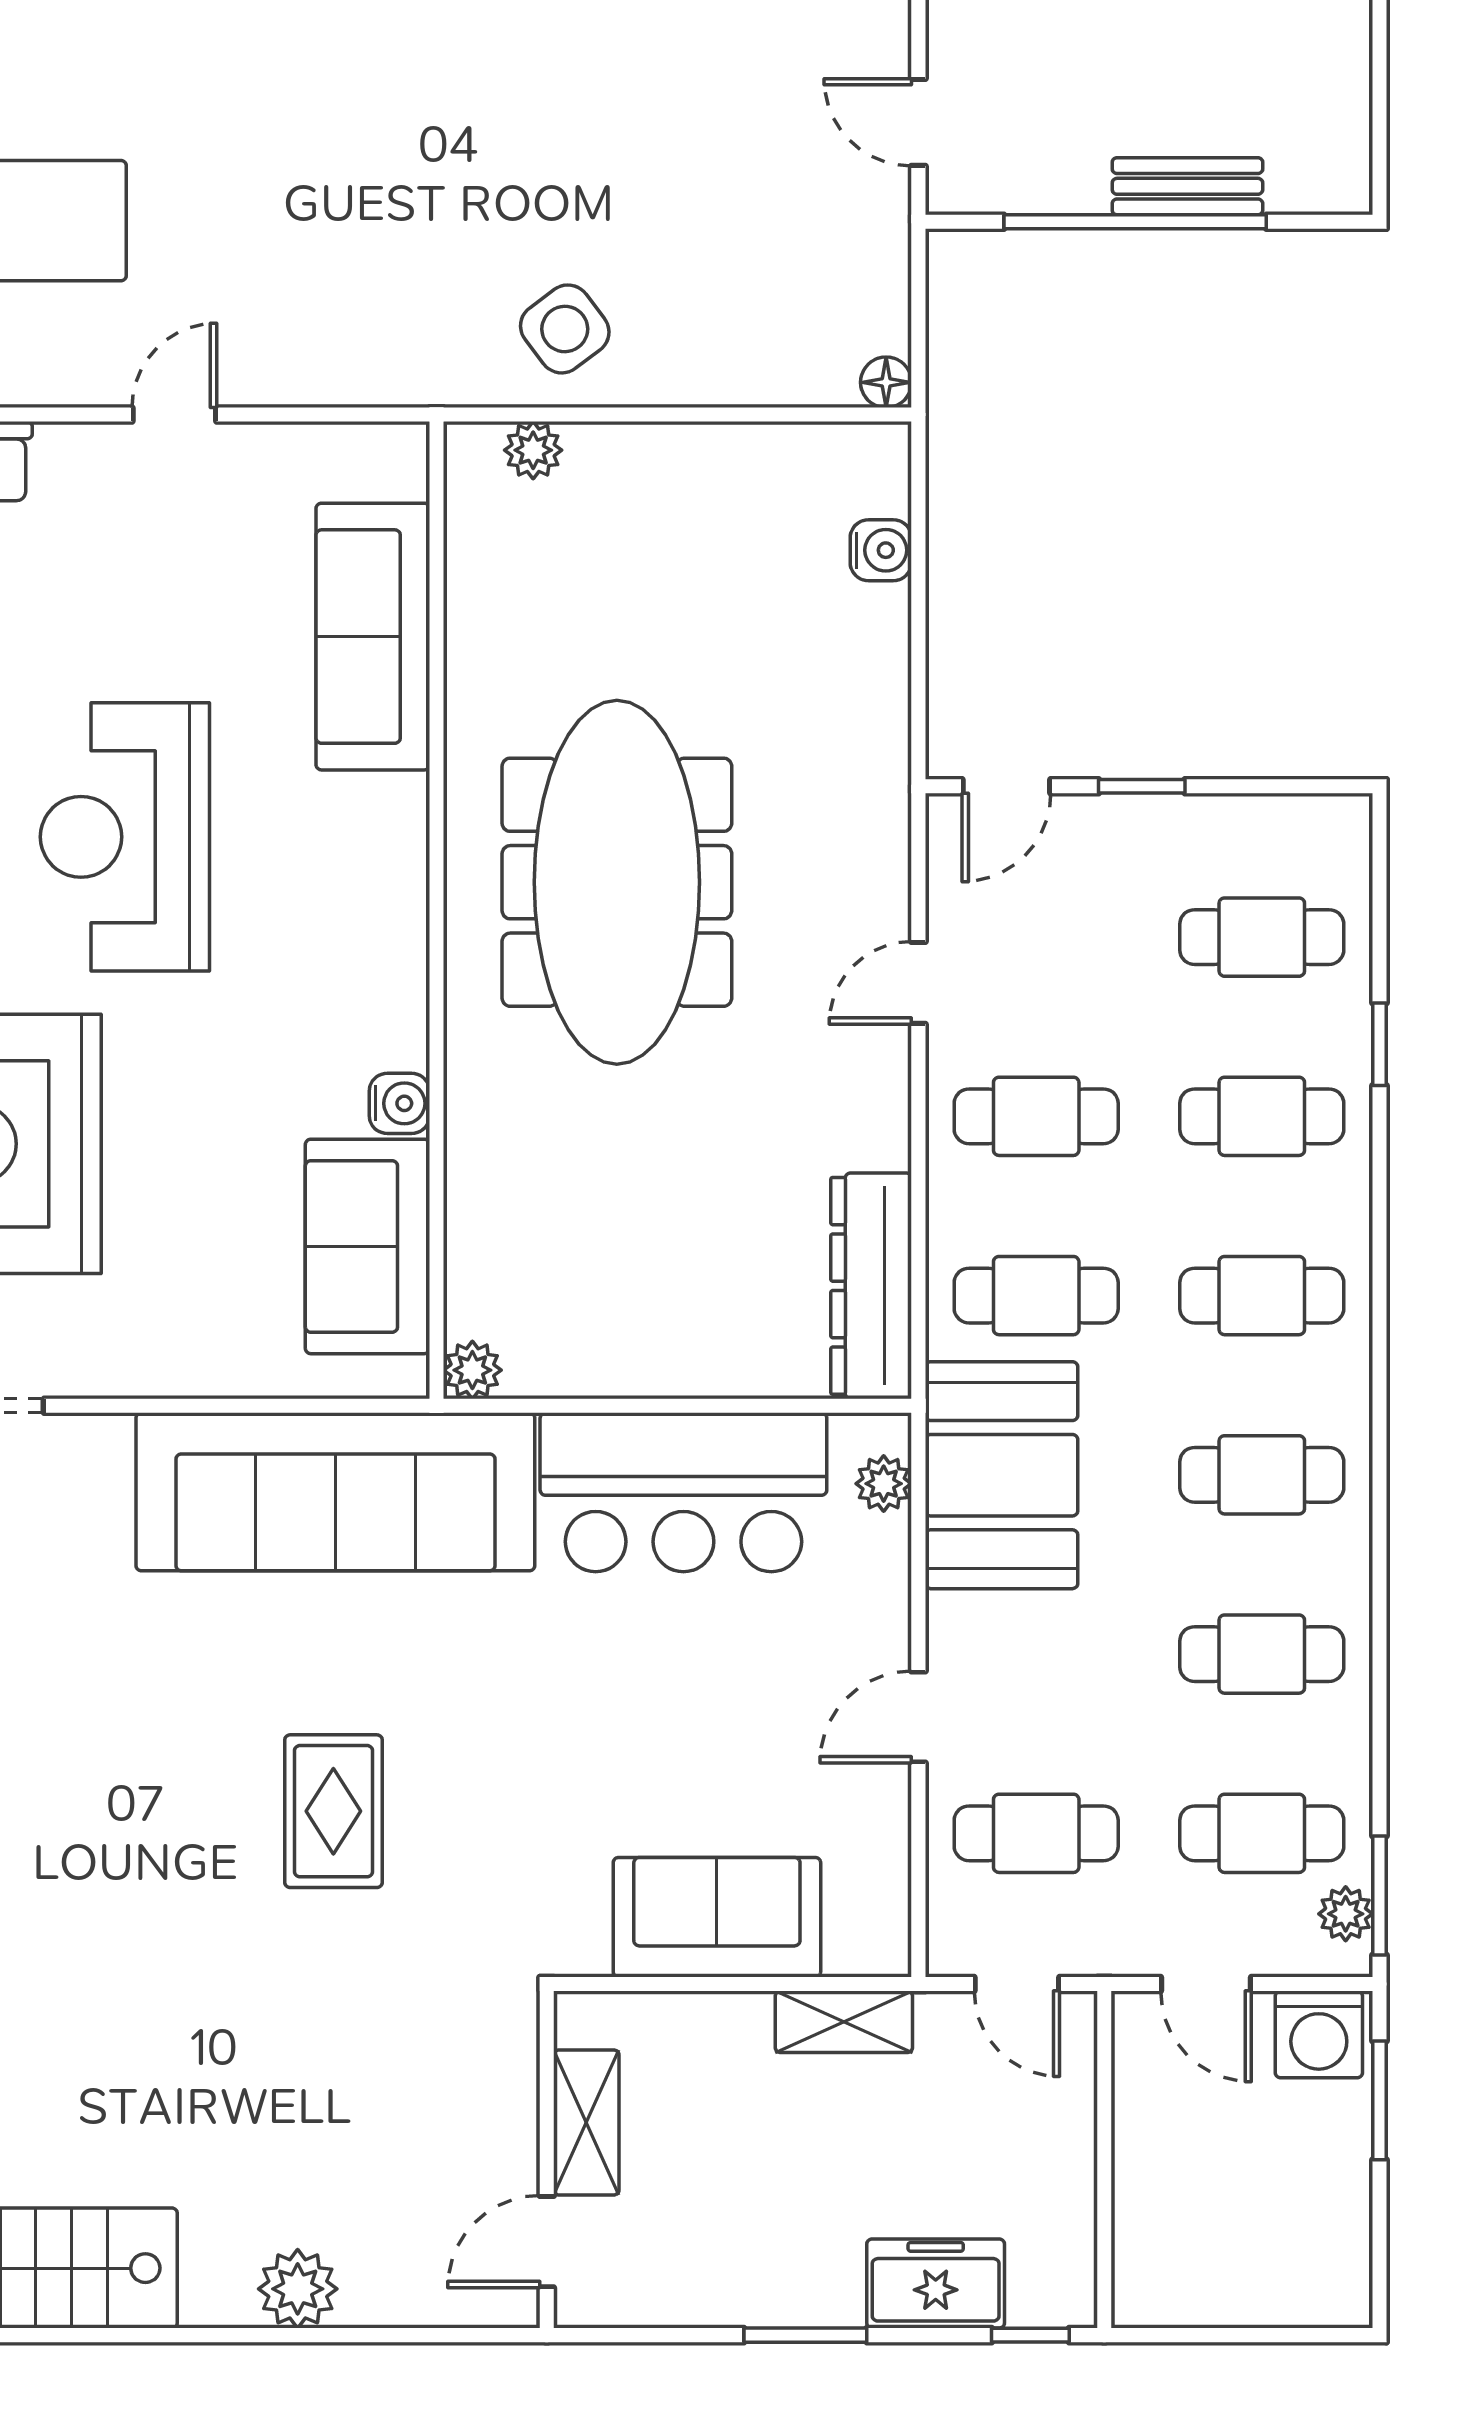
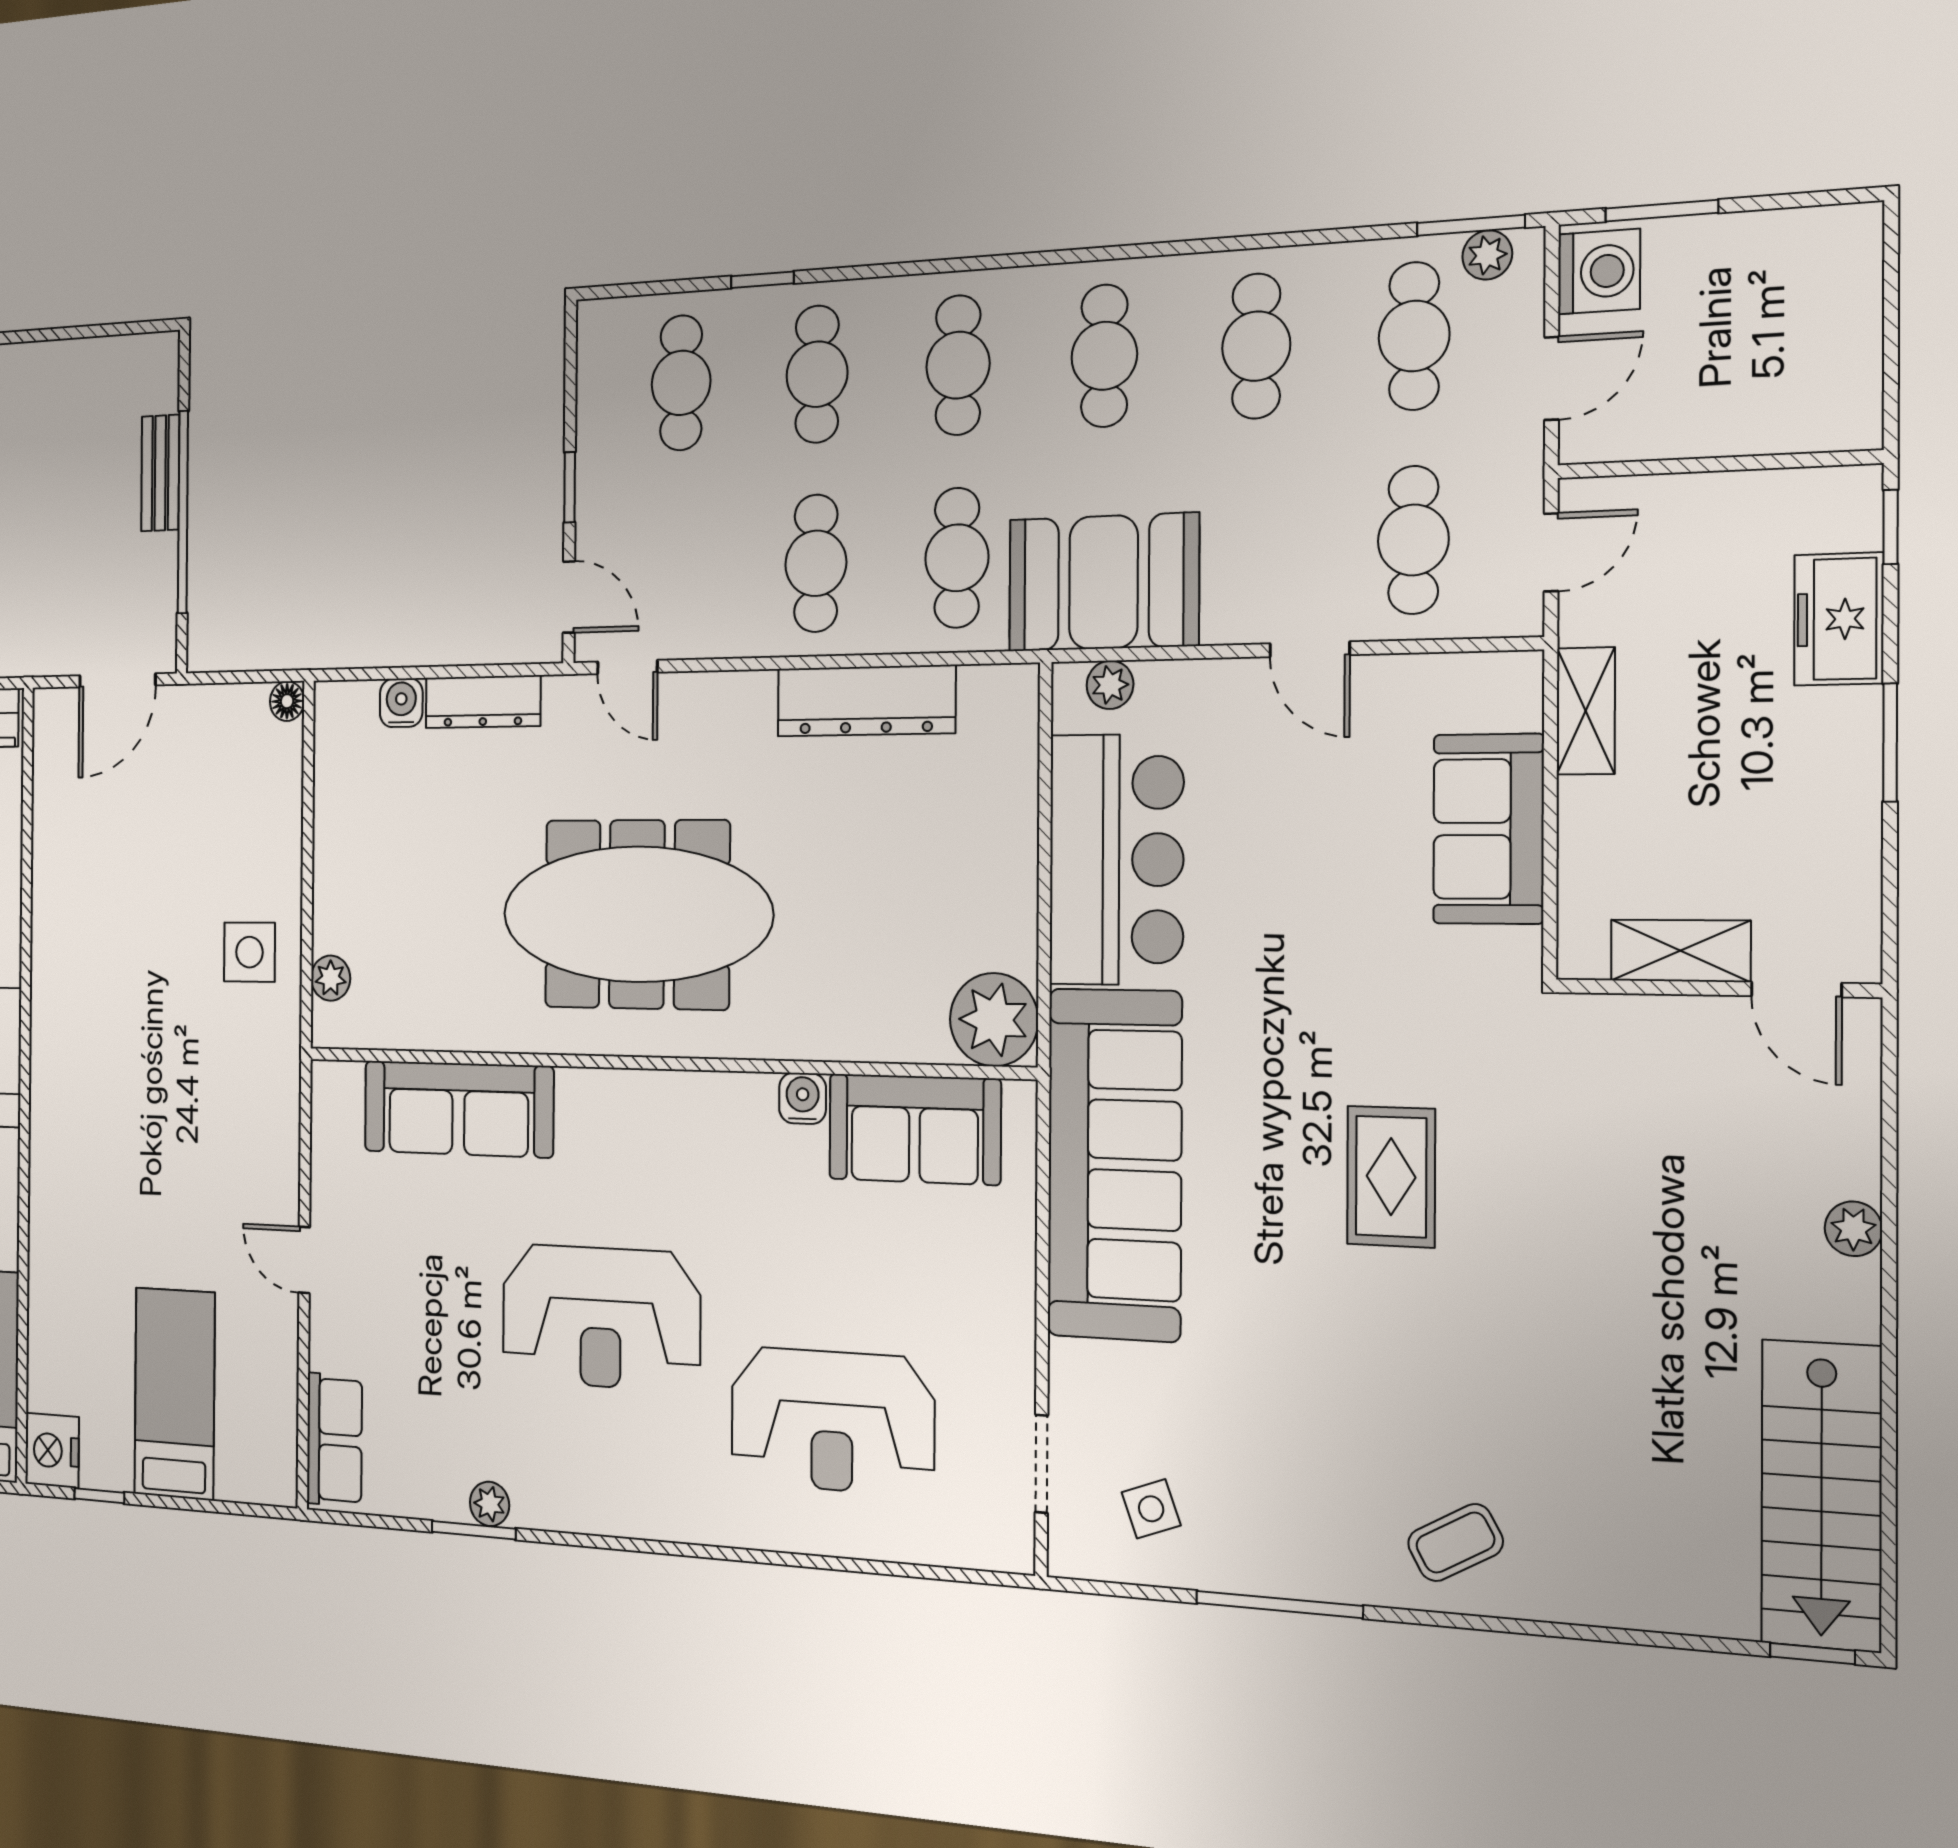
door: (918, 122) -> (117, 680), width x1.38
side table: (565, 329) -> (249, 952), turned 37
dresser: (880, 667) -> (483, 702), added
door: (918, 983) -> (627, 667), moved
dresser: (871, 1286) -> (866, 701), moved
plant: (472, 1370) -> (994, 1020), width x1.88, depth x1.88
rug: (333, 1811) -> (1391, 1177), turned 90
plant: (298, 2289) -> (1853, 1229), width x0.73, depth x0.73

